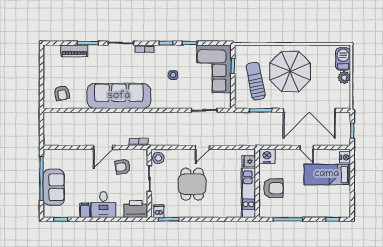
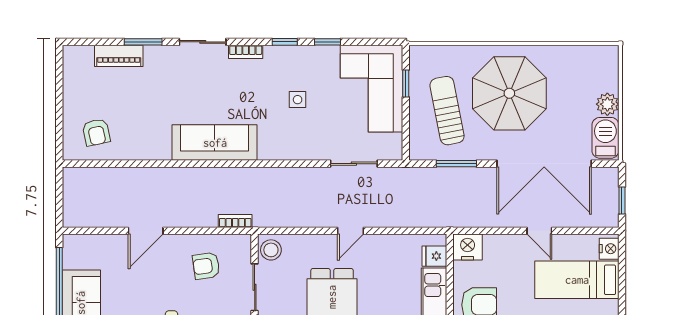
barbecue: (343, 59) -> (605, 138), moved
sofa: (119, 96) -> (215, 143), width x0.74, depth x0.79
door: (103, 147) -> (146, 231), moved

